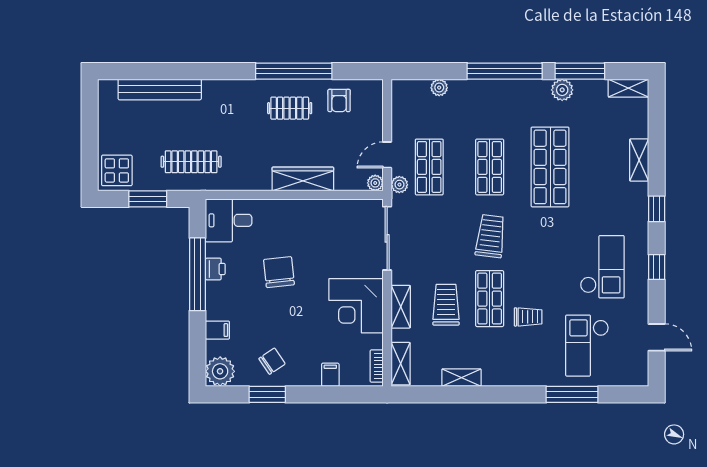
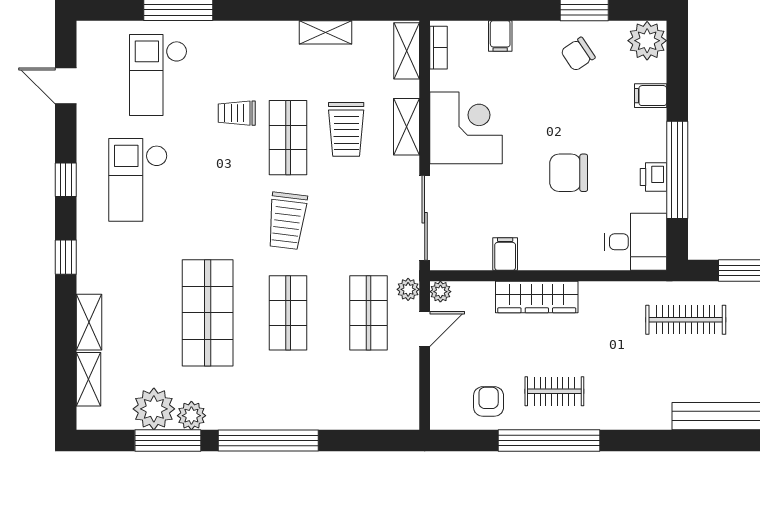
plant: (439, 88) -> (154, 409), moved, width x1.88, depth x1.88
shelving: (628, 88) -> (88, 379), moved, turned 90
filing cabinet: (327, 211) -> (505, 254), added
chair: (279, 272) -> (569, 173), turned 96
checkout: (587, 346) -> (158, 75), turned 180

